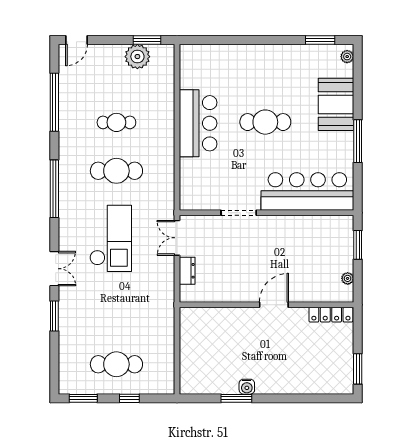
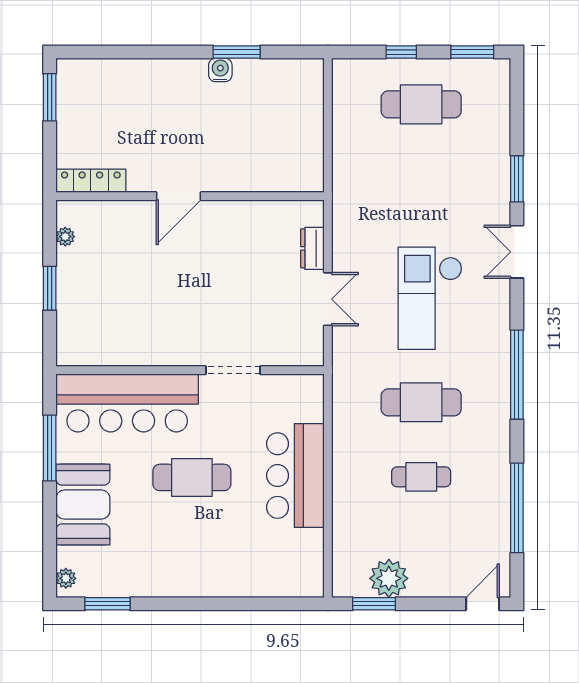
bar counter: (307, 191) -> (127, 403), moved
doorway: (239, 213) -> (233, 370), moved
wall: (267, 213) -> (190, 370), moved

